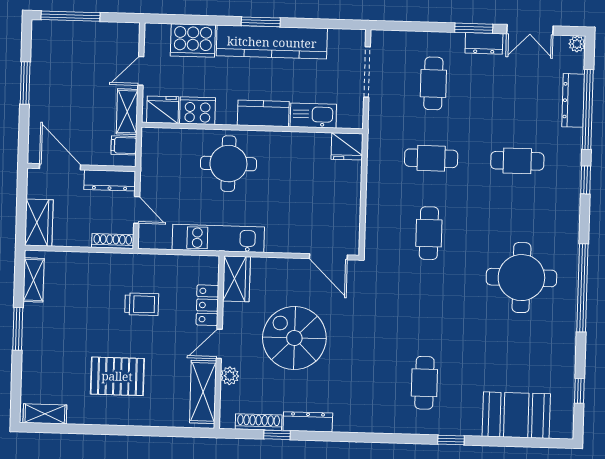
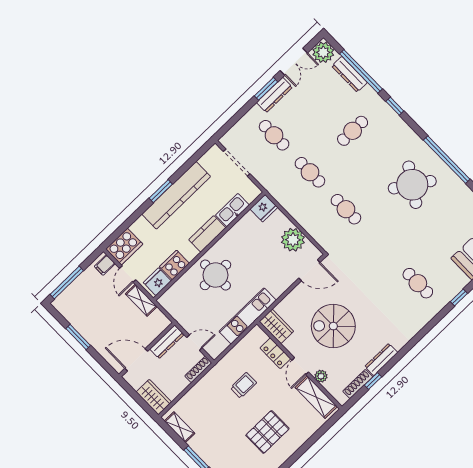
cooker: (193, 41) -> (124, 247), moved
dresser: (484, 43) -> (274, 95), width x1.44
plant: (577, 44) -> (323, 52), width x1.88, depth x1.88
filing cabinet: (124, 145) -> (105, 265), moved
cafe table: (431, 158) -> (310, 172), turned 90
plant: (343, 209) -> (293, 240), added
round table: (521, 278) -> (412, 185), turned 33

